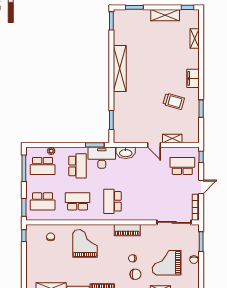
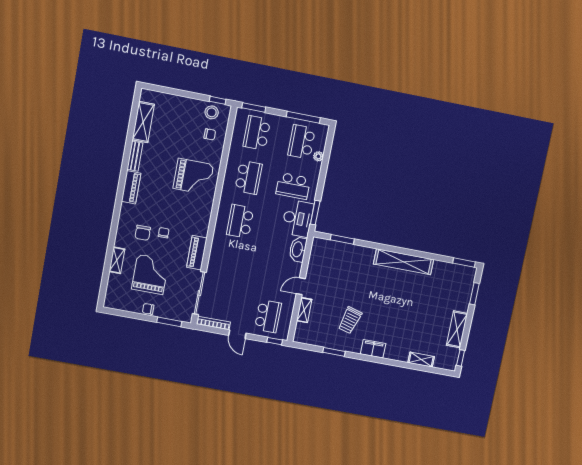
school desk: (112, 201) -> (240, 221), turned -90
piano: (127, 230) -> (197, 253), moved
stool: (34, 239) -> (212, 112), added

